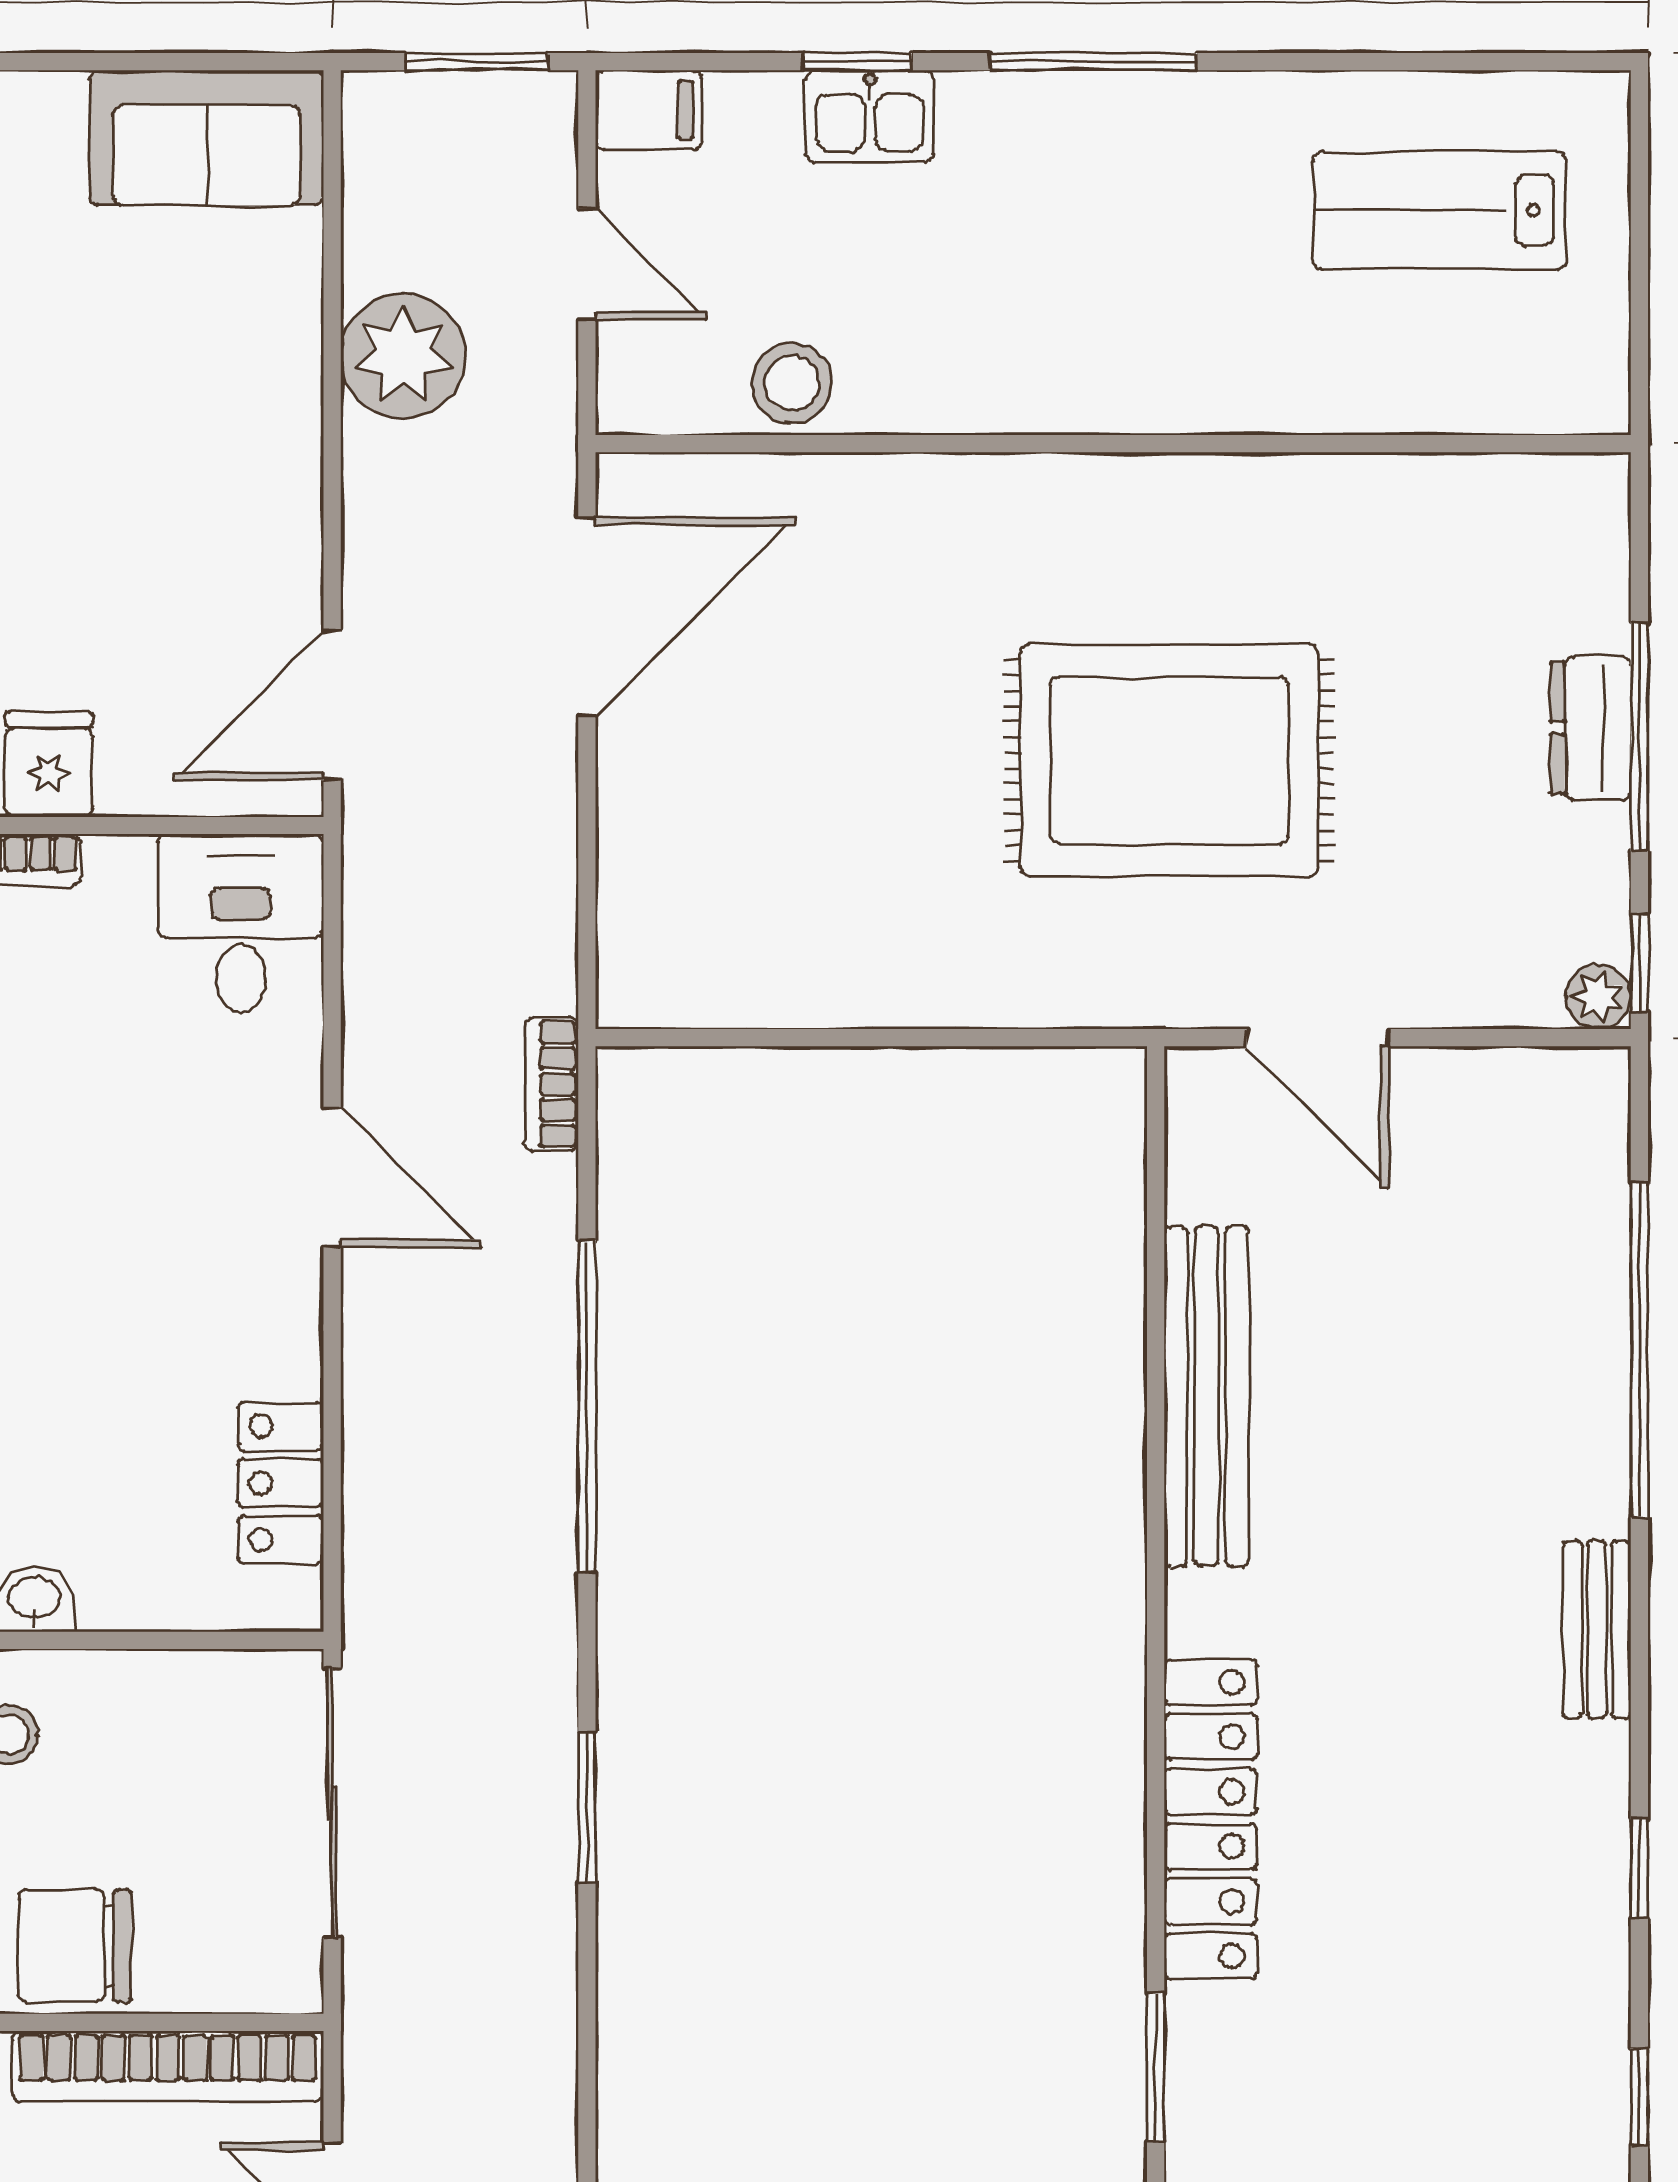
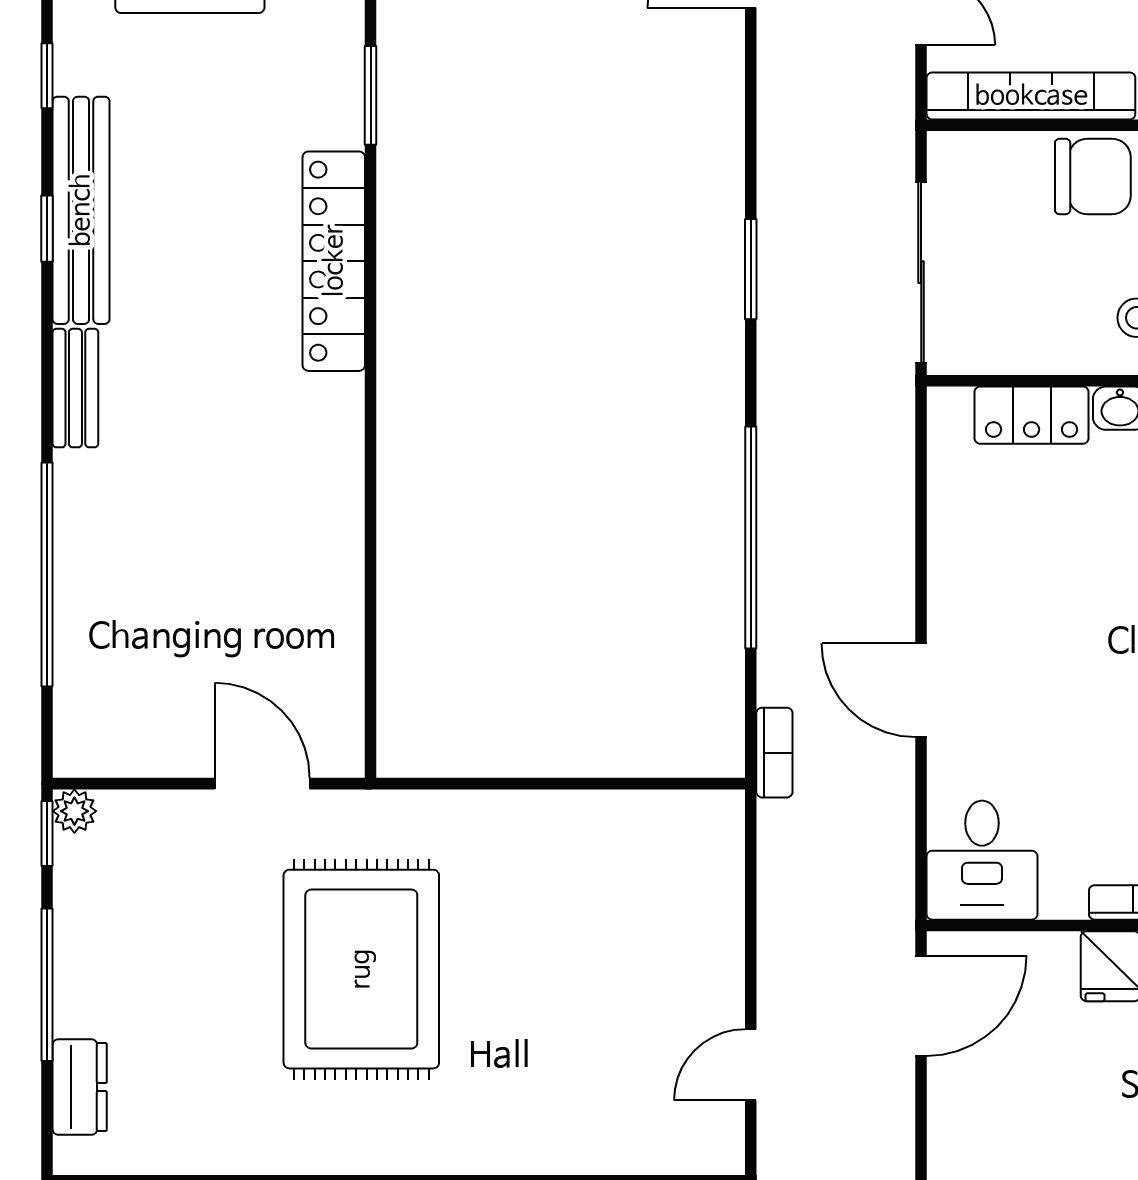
door: (587, 617) -> (751, 1065), width x0.53
dresser: (1591, 728) -> (80, 1087), moved
rug: (1169, 760) -> (361, 969), turned 90
bench: (1206, 1396) -> (81, 210), moved
locker: (281, 1483) -> (1032, 415), moved, turned 90

